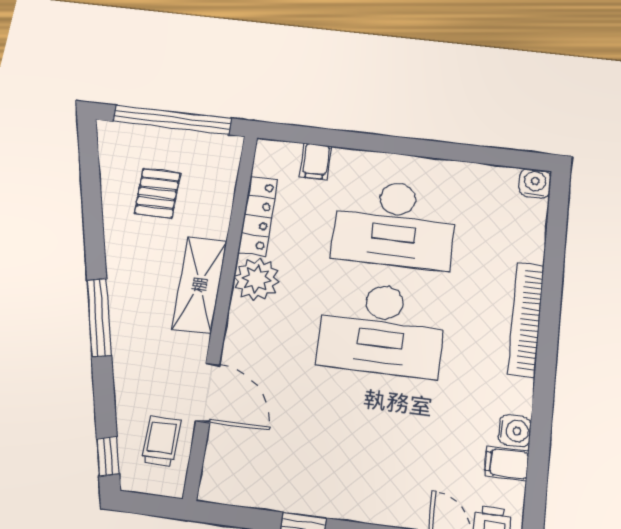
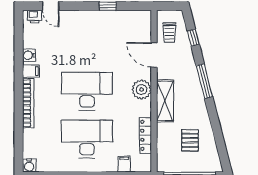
plant: (257, 279) -> (142, 90), moved
window: (108, 456) -> (193, 38), moved
filing cabinet: (507, 463) -> (31, 71), moved

